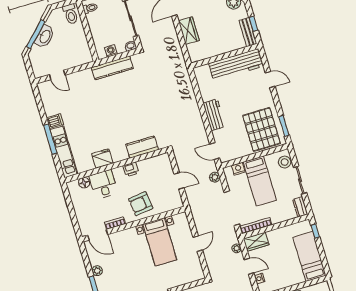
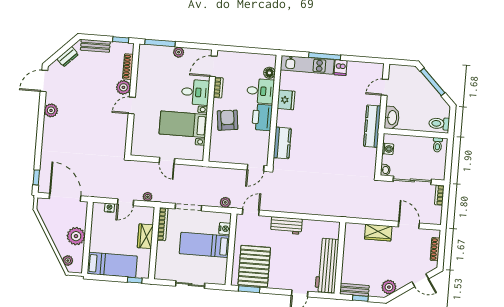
washbasin: (45, 36) -> (392, 118), moved, turned -135
kitchen counter: (112, 68) -> (372, 126), moved
pallet: (261, 129) -> (254, 266), turned 90
stool: (285, 162) -> (214, 276), removed
printer: (131, 169) -> (262, 117), width x1.87, depth x1.48
door: (179, 181) -> (256, 168), moved
dresser: (300, 207) -> (164, 274), removed
doorway: (232, 208) -> (188, 207), width x0.73
desk: (127, 242) -> (195, 92), added
wardrobe: (256, 242) -> (145, 236), moved

